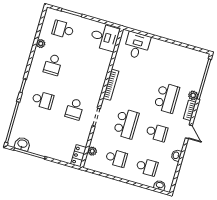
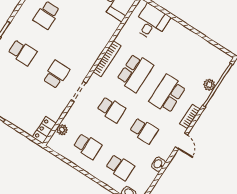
school desk: (136, 89) -> (135, 73), added
plant: (193, 95) -> (209, 85), moved
school desk: (167, 98) -> (168, 94), turned 180
school desk: (75, 109) -> (56, 74), turned 180
school desk: (126, 124) -> (111, 109), width x0.54

